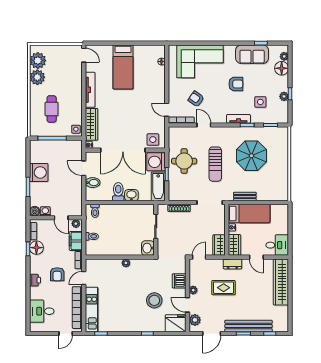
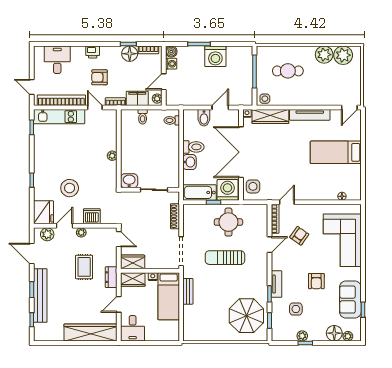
parasol: (251, 156) -> (246, 316), moved

